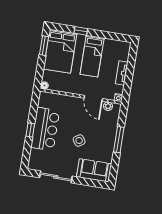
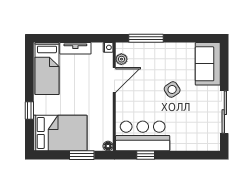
window: (44, 46) -> (82, 155), moved
bed: (92, 56) -> (47, 69), moved, turned 90
bar counter: (45, 129) -> (143, 136), moved
window: (30, 130) -> (146, 155), moved
window: (119, 140) -> (146, 38), moved

